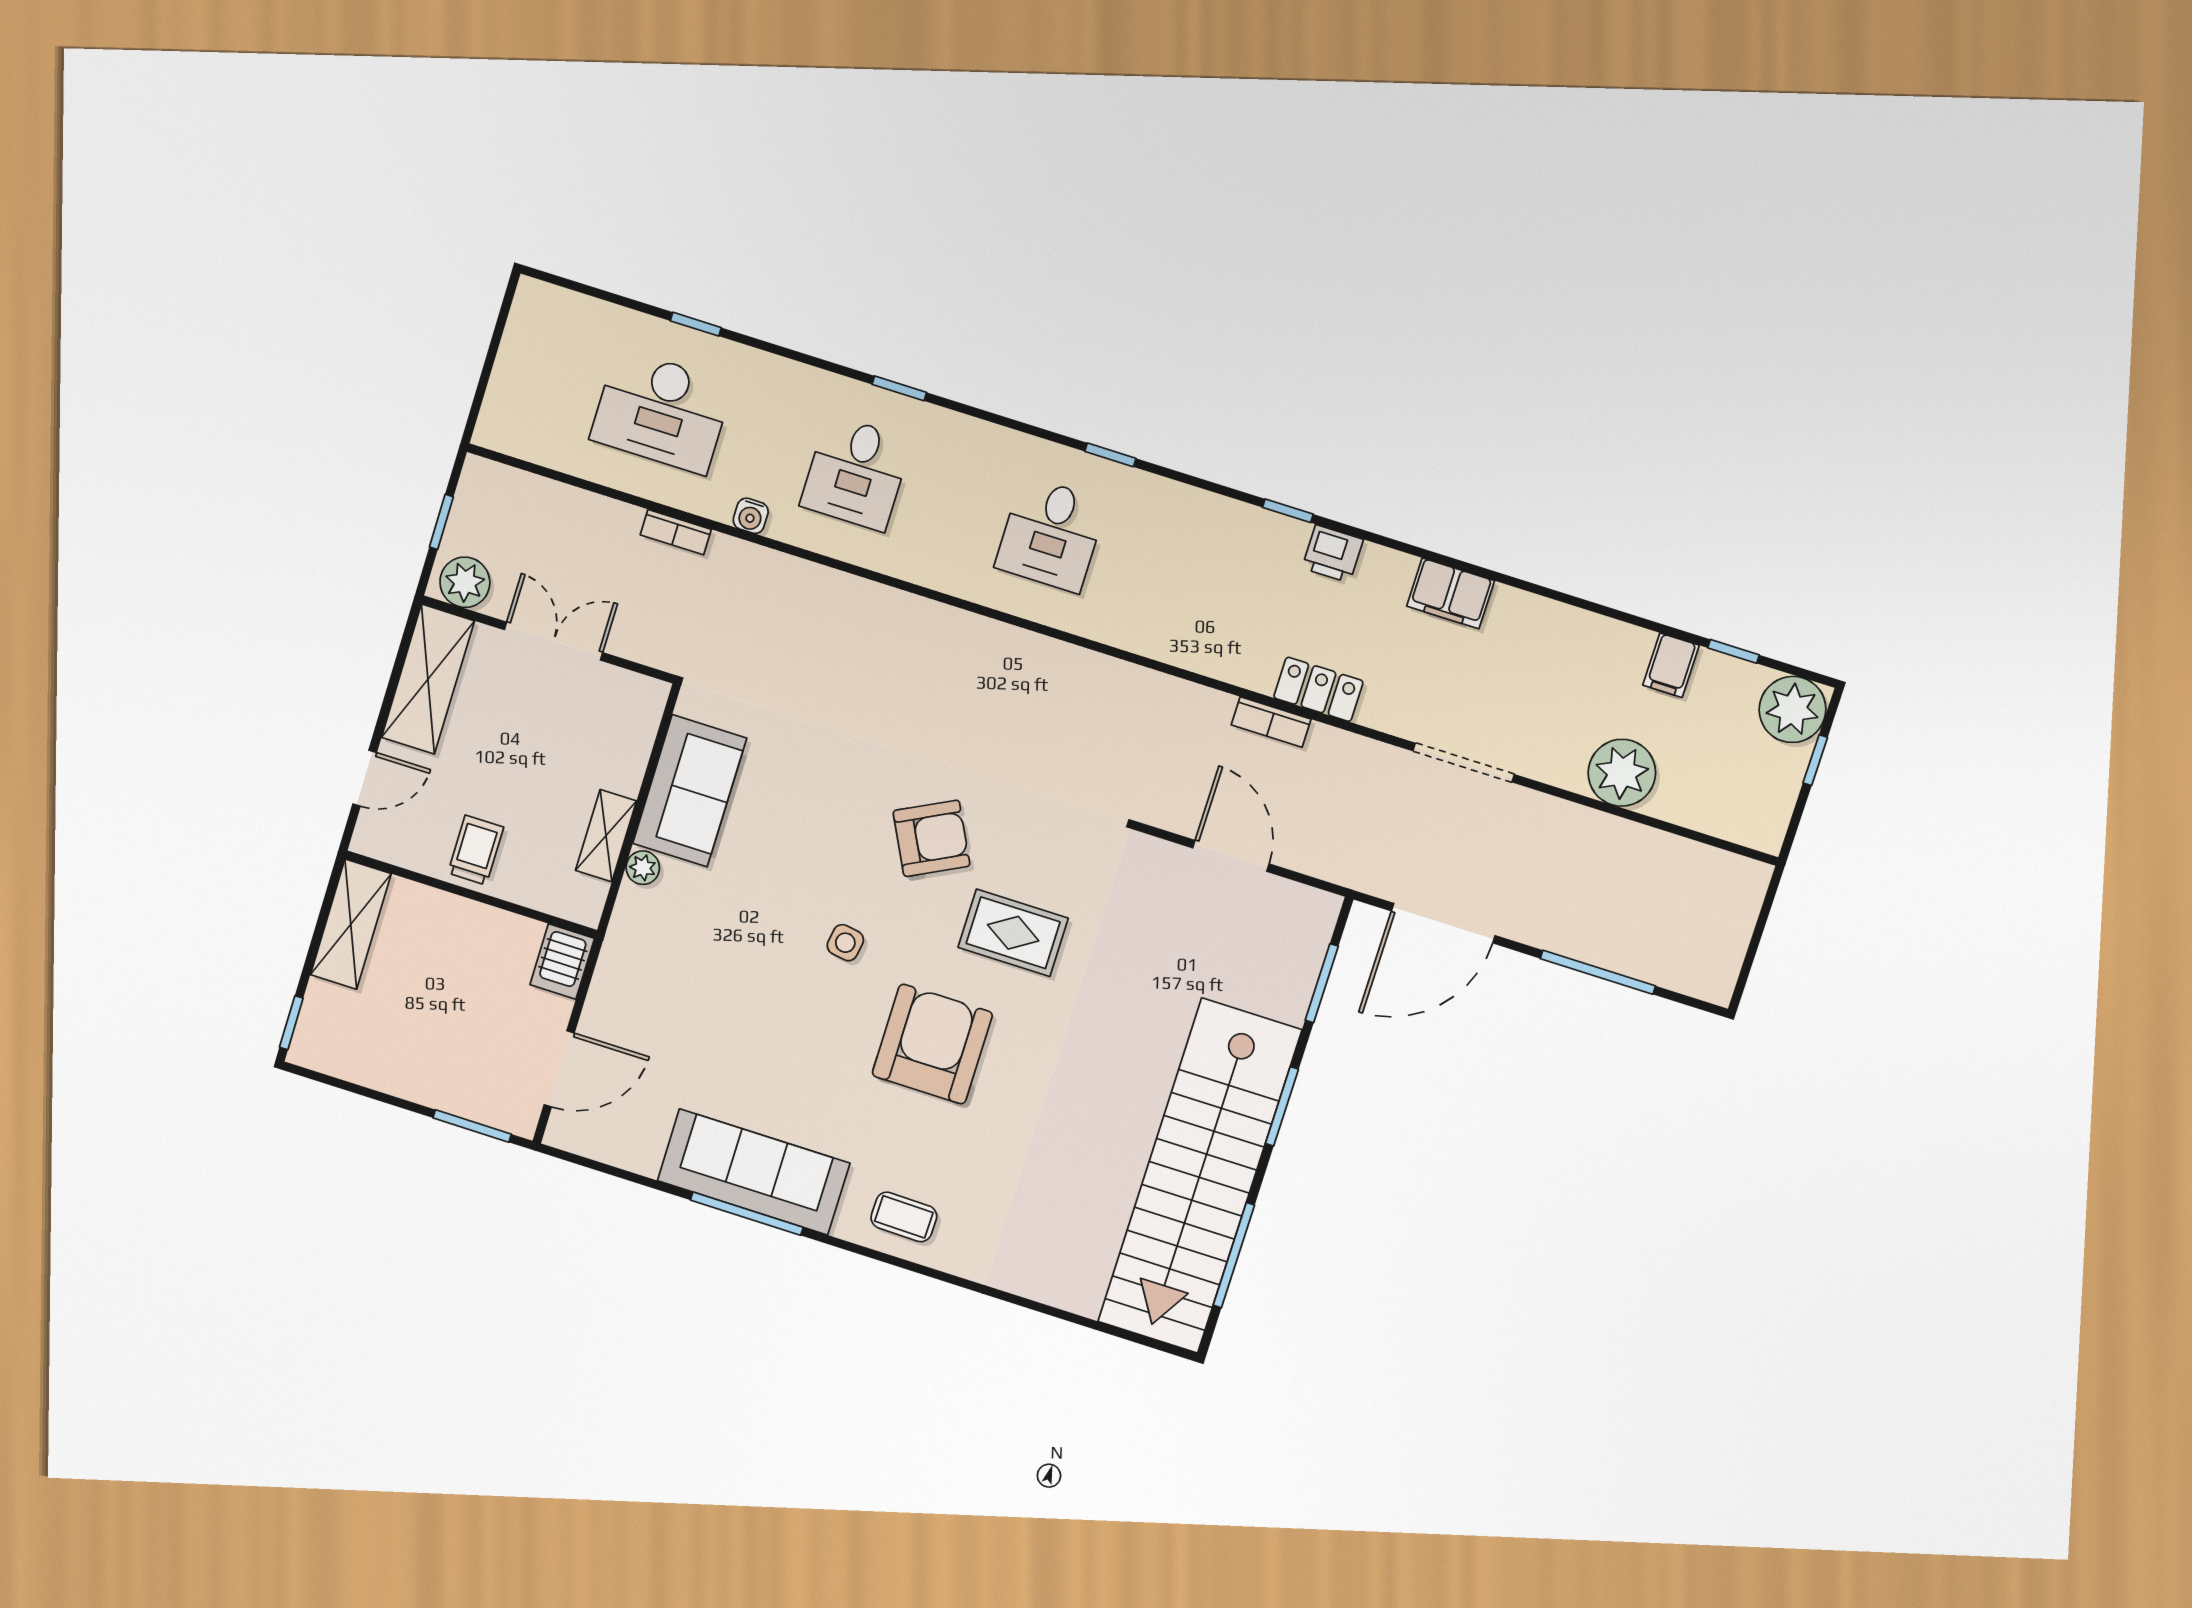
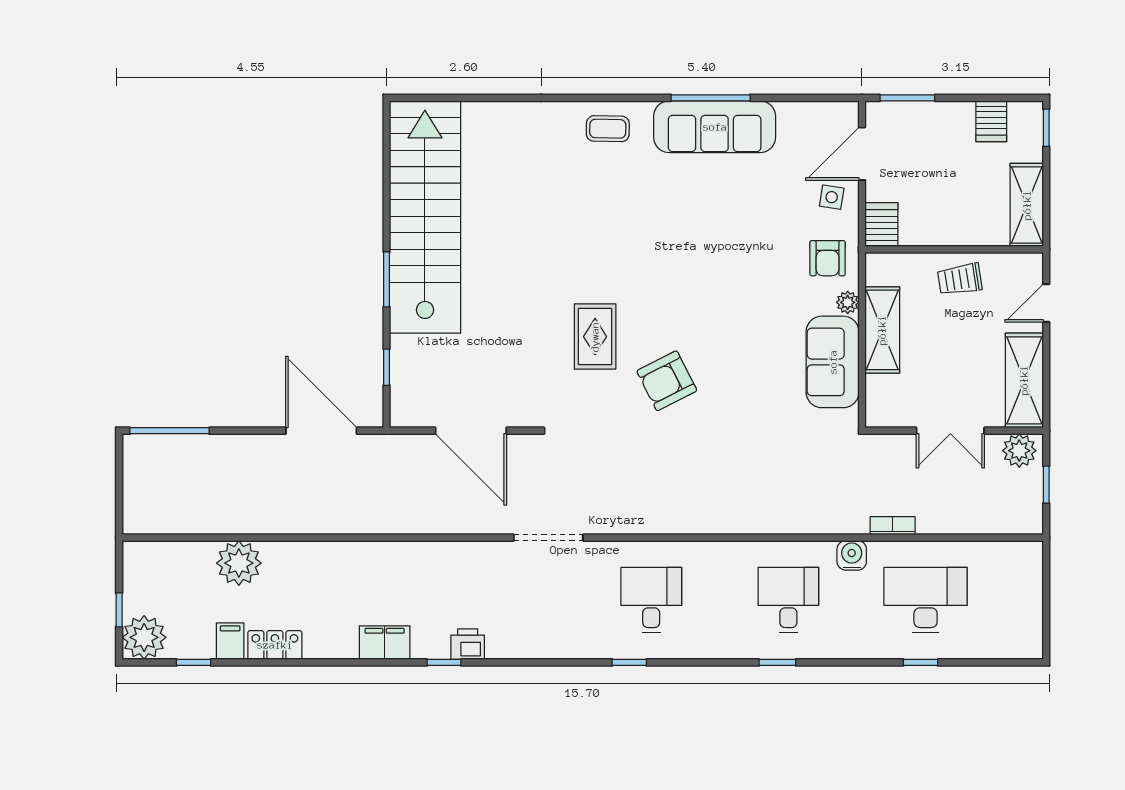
window: (1288, 511) -> (444, 662), moved
water cooler: (751, 516) -> (852, 555), width x1.38, depth x1.38
locker: (1318, 689) -> (275, 645), moved, turned 180
bookcase: (1271, 722) -> (473, 525), removed
doorway: (1464, 763) -> (548, 538), moved
shelving: (606, 836) -> (882, 330), width x1.50, depth x1.33
trolley: (476, 850) -> (960, 279), turned 81
door: (1231, 856) -> (471, 431), width x1.36
door: (1443, 923) -> (321, 431), hinge flipped
rug: (1013, 933) -> (595, 337), turned 90
side table: (845, 943) -> (832, 197), moved
window: (1598, 972) -> (170, 431), moved
window: (1322, 983) -> (387, 367), width x0.67
armchair: (932, 1044) -> (827, 258), moved, width x0.53, depth x0.53
server rack: (365, 1056) -> (991, 121), added
window: (1234, 1255) -> (387, 173), removed

